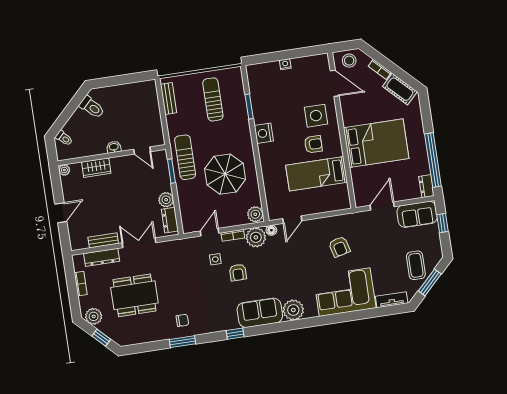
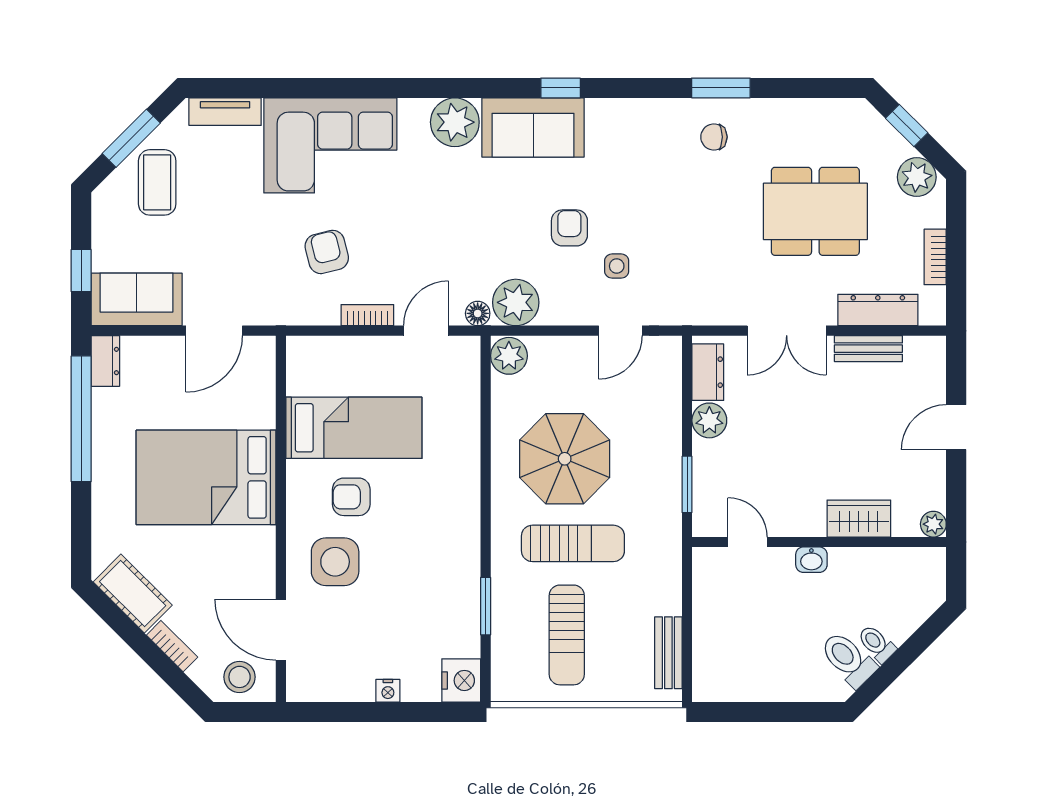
nightstand: (264, 133) -> (461, 680), moved
toilet: (64, 138) -> (877, 644), moved
sun lounger: (185, 157) -> (573, 543), moved, turned -90
bookcase: (233, 235) -> (367, 315), moved
window: (235, 334) -> (561, 88), moved

